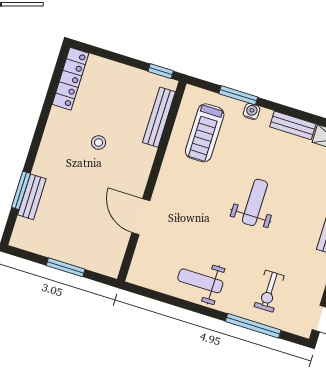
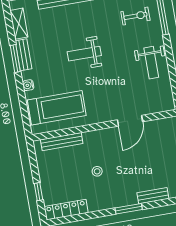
window: (161, 71) -> (38, 192), moved
window: (238, 95) -> (15, 59), moved
treadmill: (205, 133) -> (57, 108), width x1.37, depth x1.38
window: (21, 190) -> (129, 209), moved

